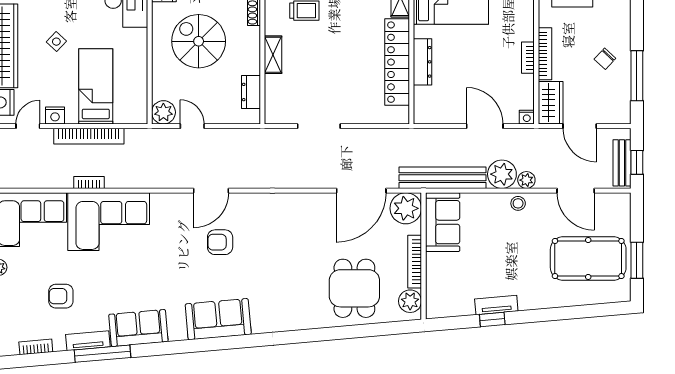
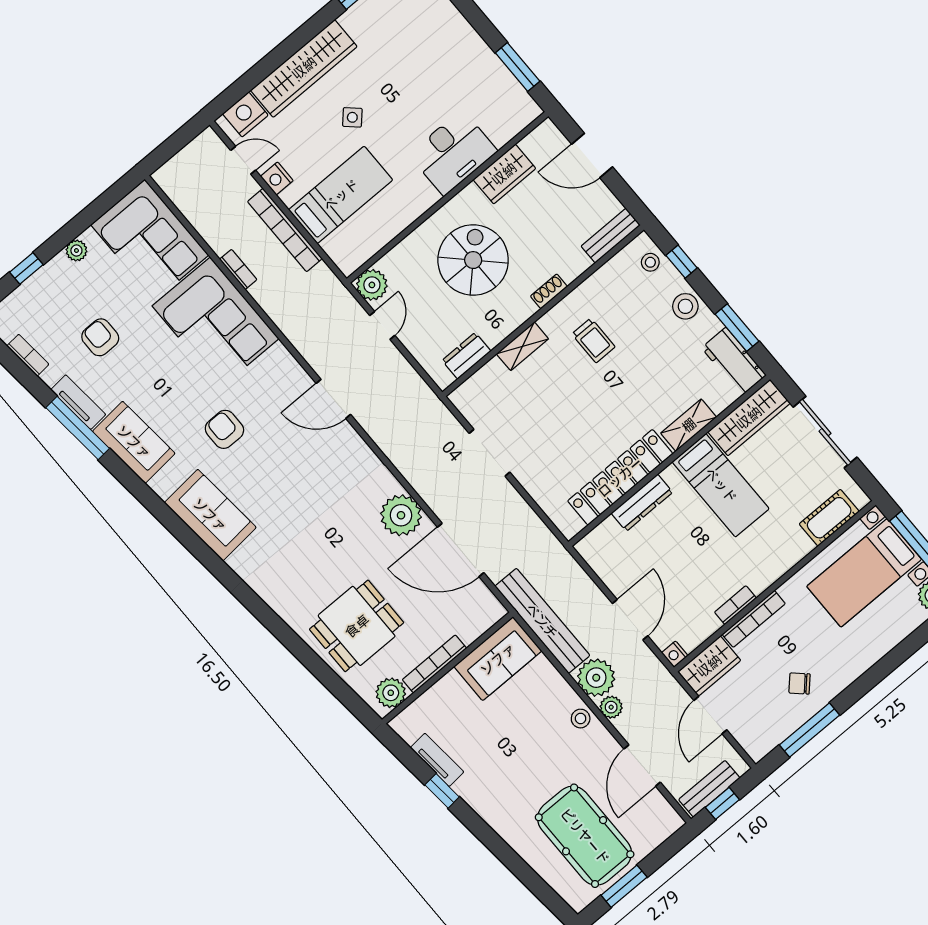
plant: (406, 208) -> (401, 515), moved
armchair: (220, 242) -> (224, 429), moved
tv unit: (496, 305) -> (437, 760), moved

